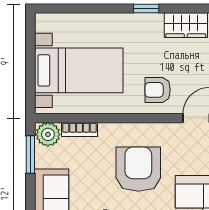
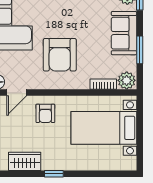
armchair: (158, 90) -> (45, 113), turned 90
window: (30, 154) -> (140, 50), moved

